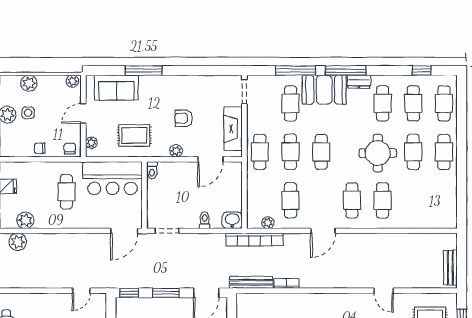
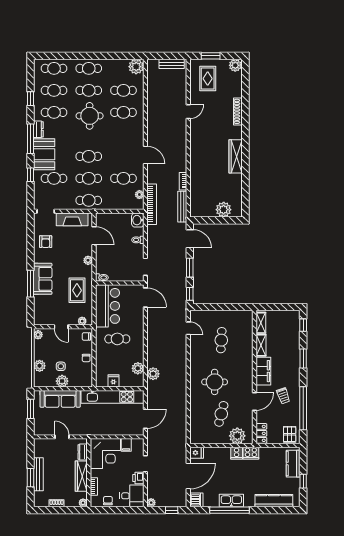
window: (296, 71) -> (30, 175), width x0.46
window: (422, 71) -> (30, 99), moved
sofa: (116, 88) -> (43, 279), moved
armchair: (184, 118) -> (46, 242), moved
cafe table: (352, 200) -> (123, 90), moved
plant: (446, 218) -> (136, 67), added

